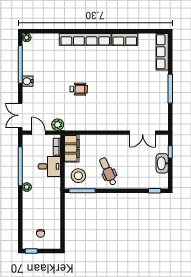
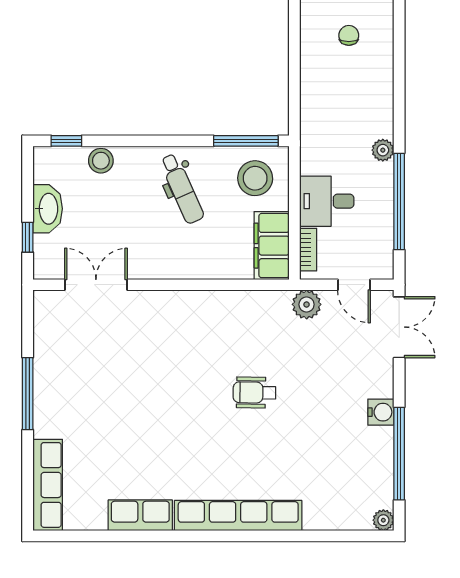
stool: (141, 183) -> (101, 161), added

